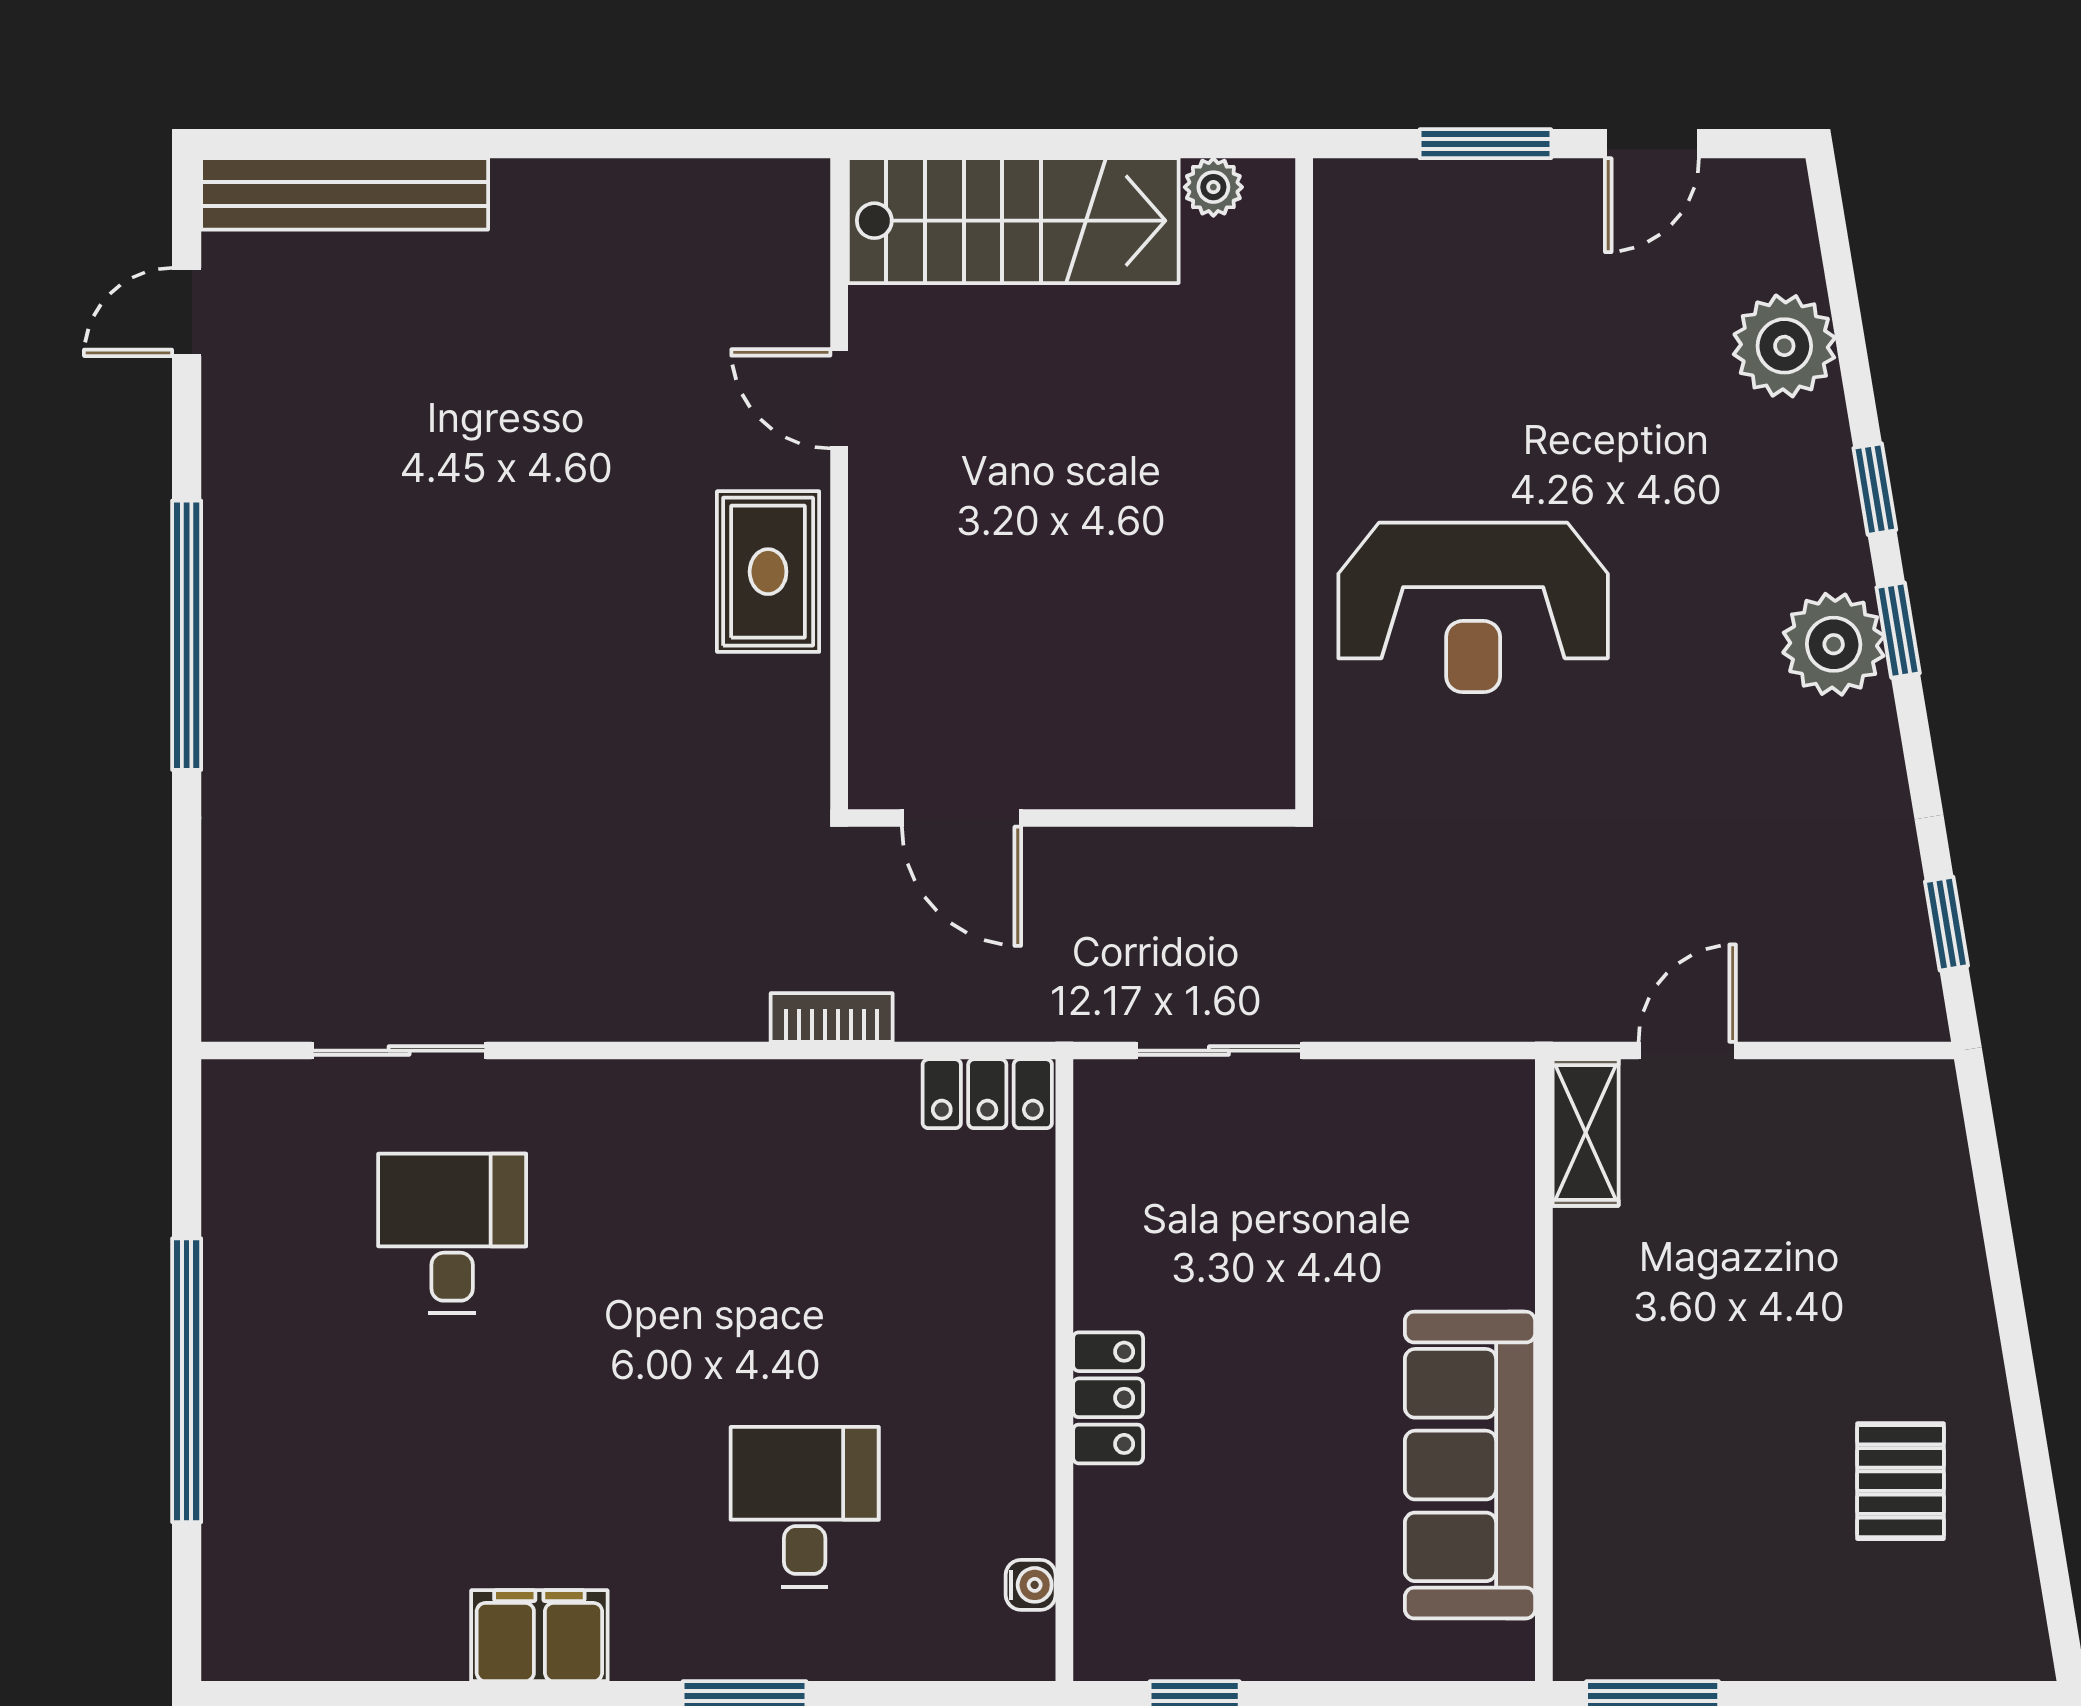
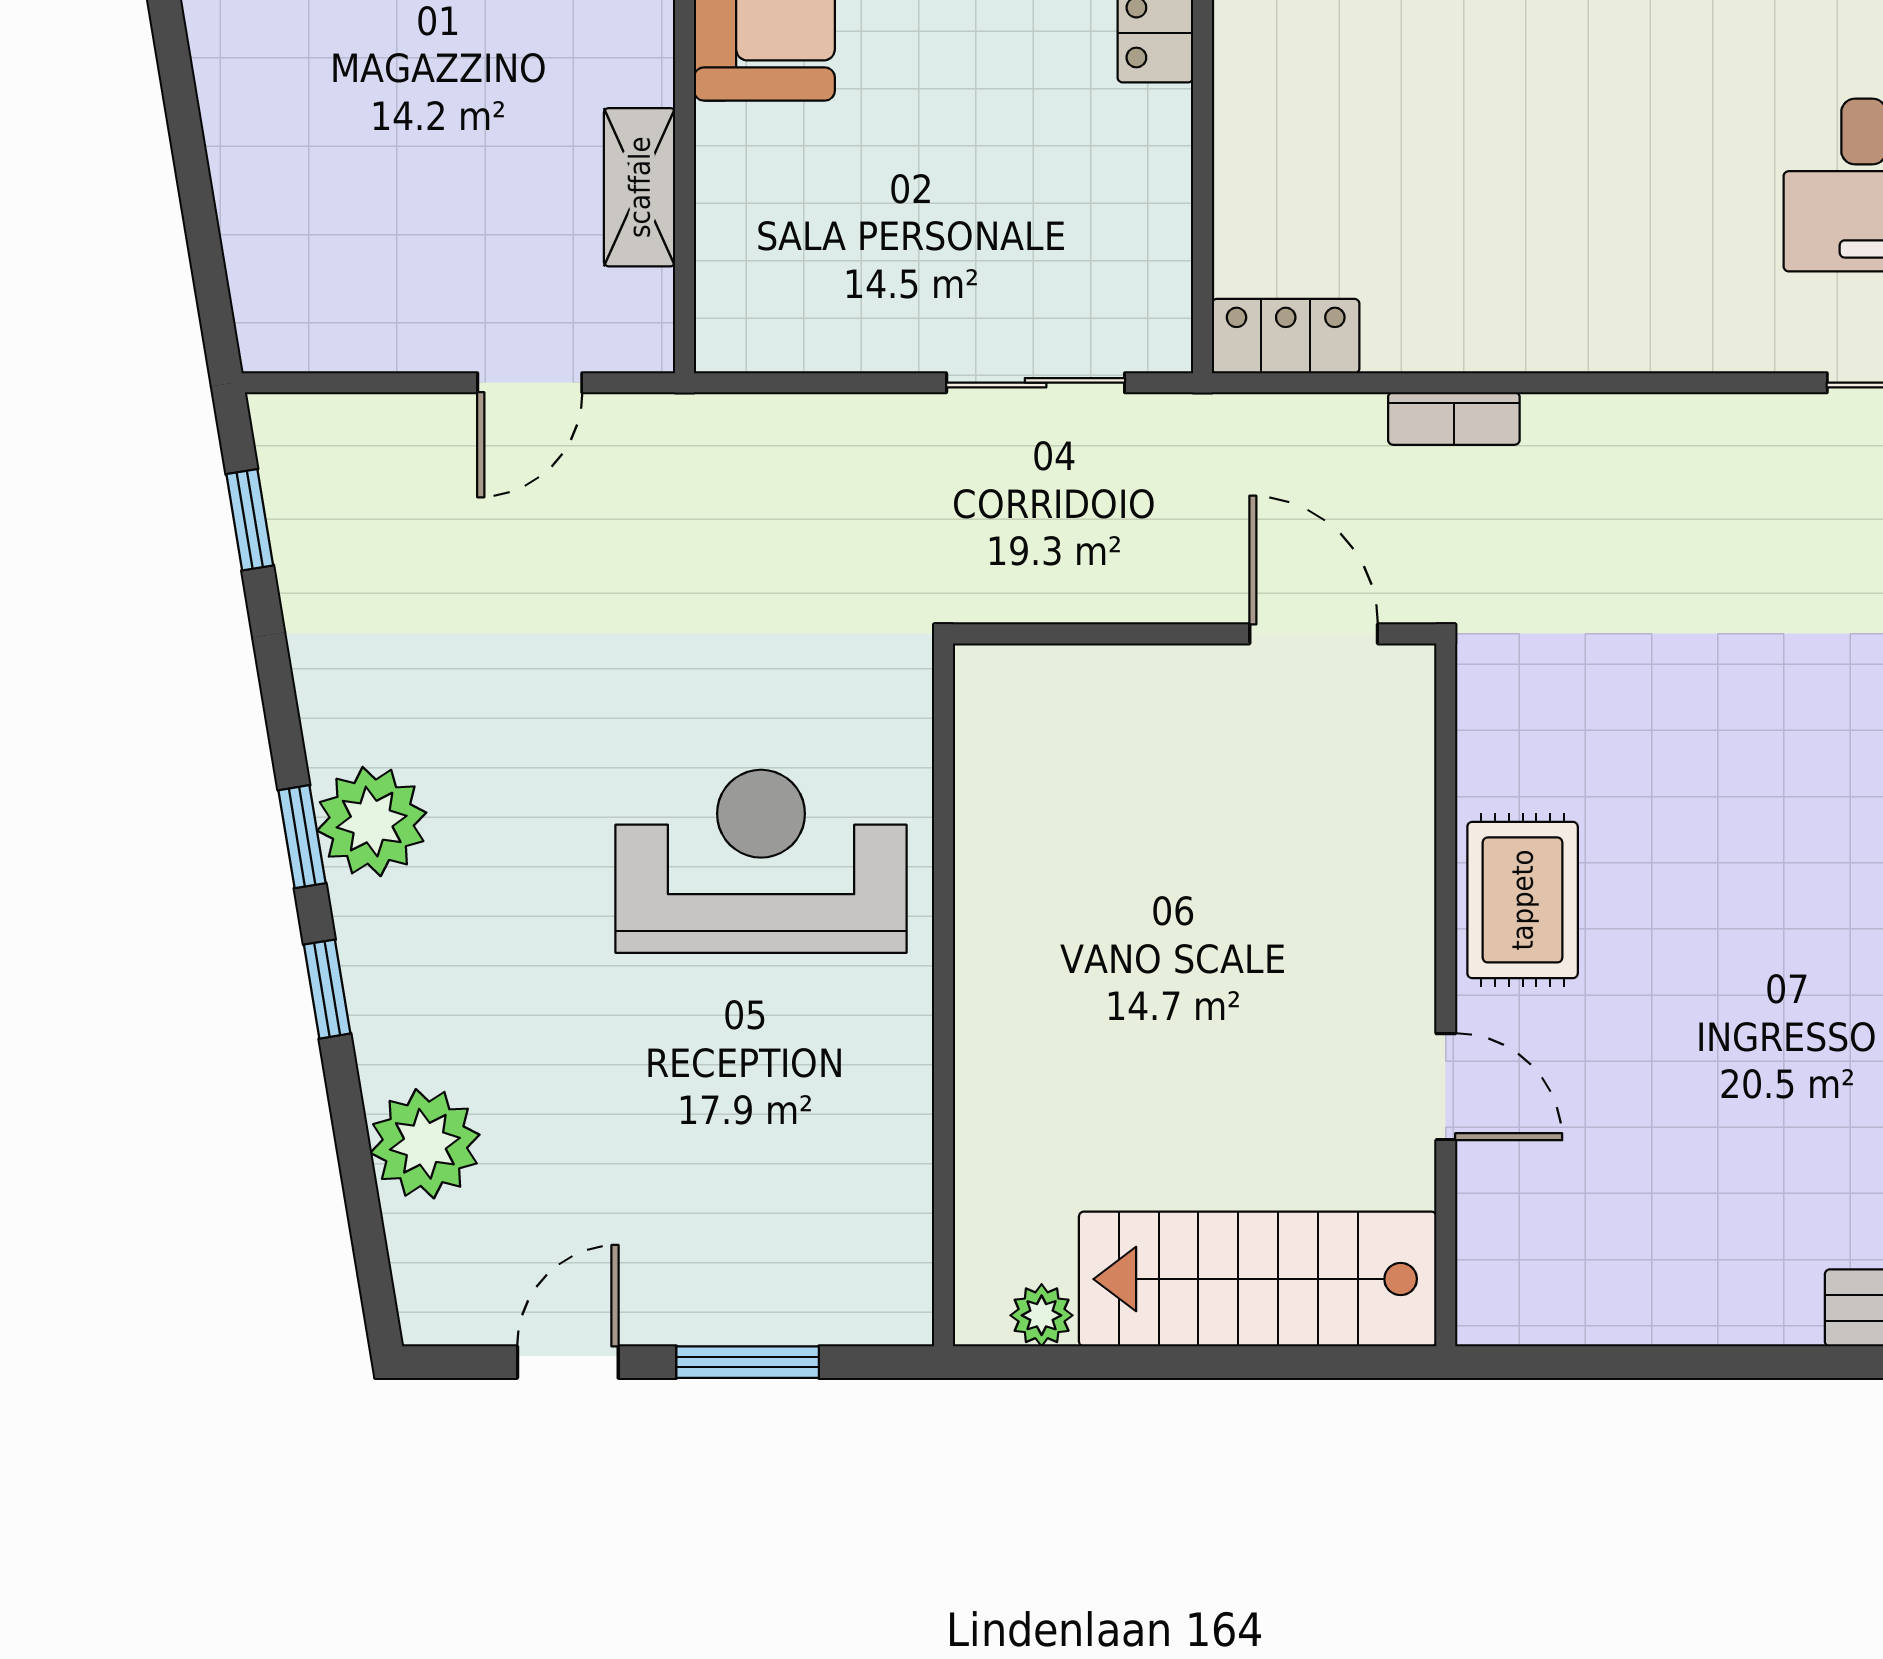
shelving: (1586, 1133) -> (640, 187), moved

